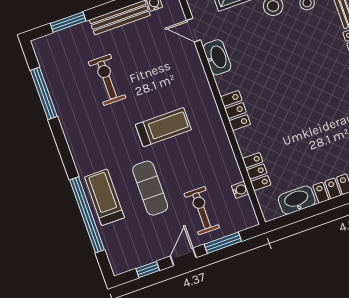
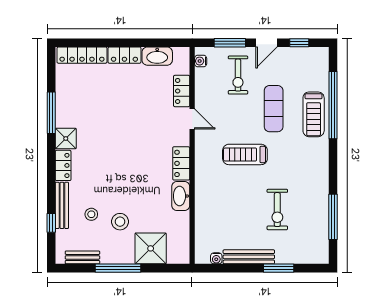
window: (68, 22) -> (279, 268), moved
door: (194, 30) -> (192, 119), moved
locker: (235, 111) -> (181, 163), moved
water cooler: (240, 190) -> (201, 61), moved

